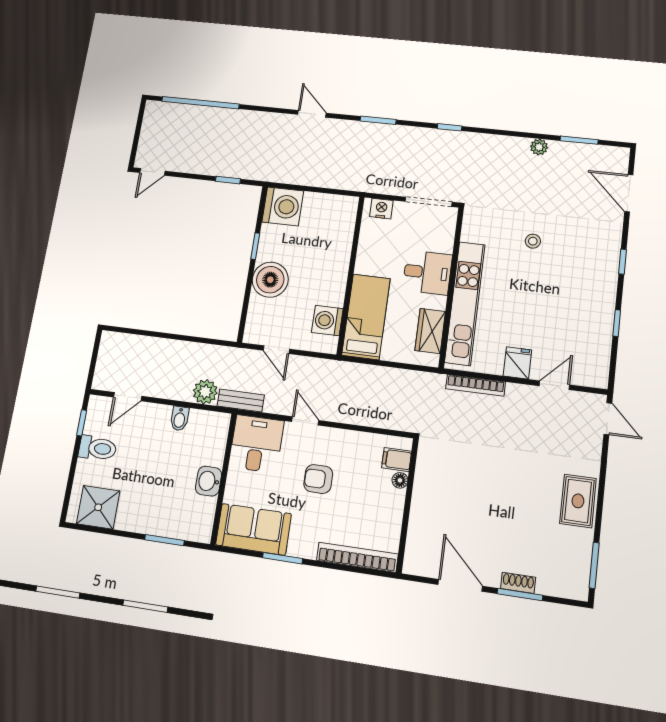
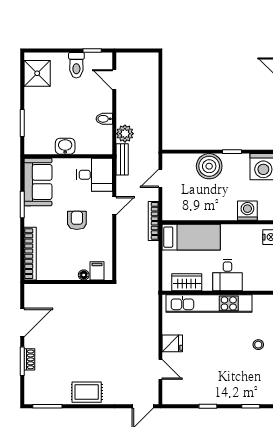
washing machine: (327, 321) -> (247, 211), moved
bookcase: (476, 385) -> (153, 221), moved

